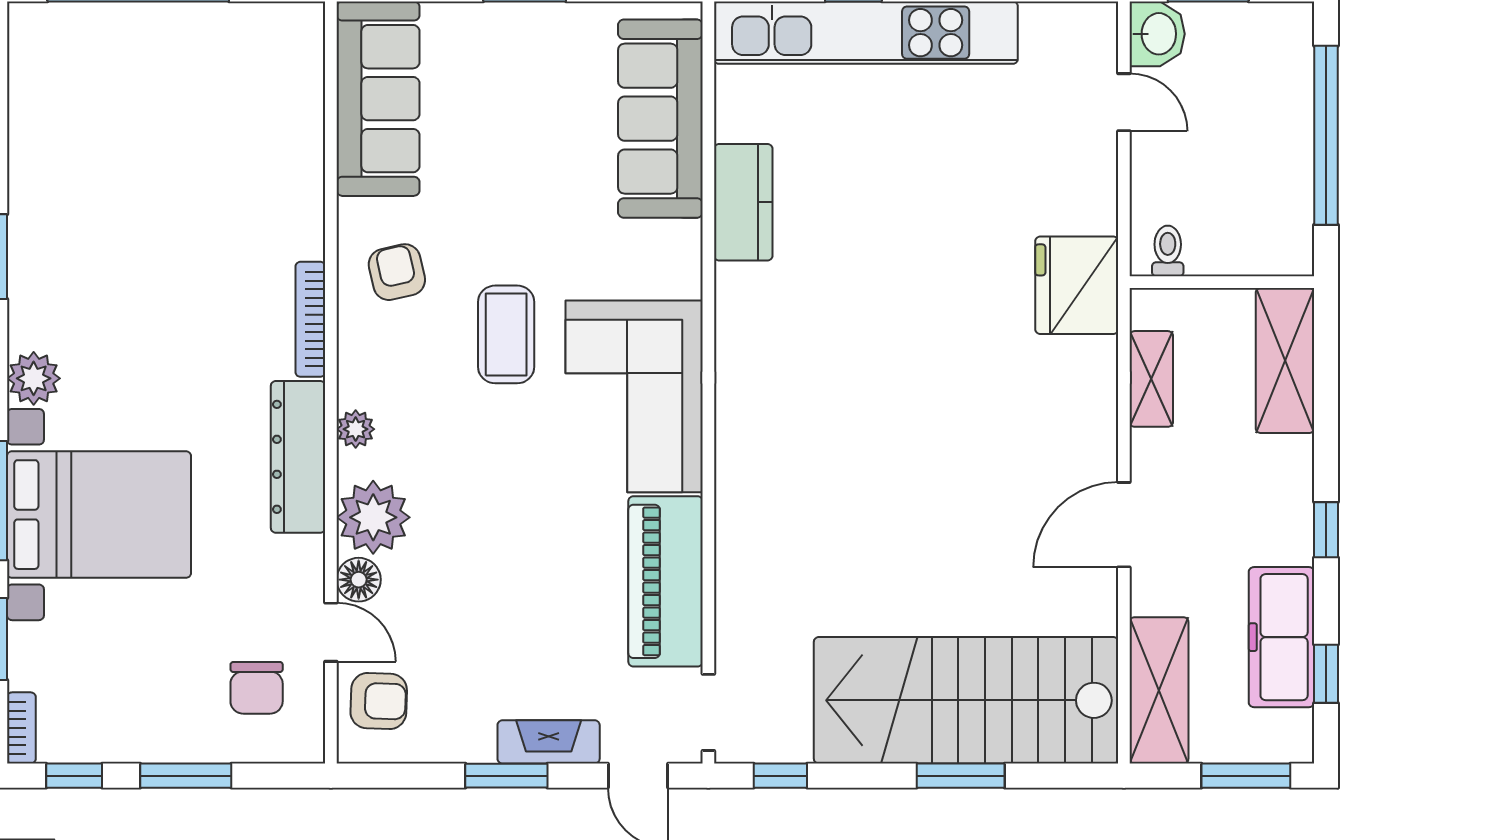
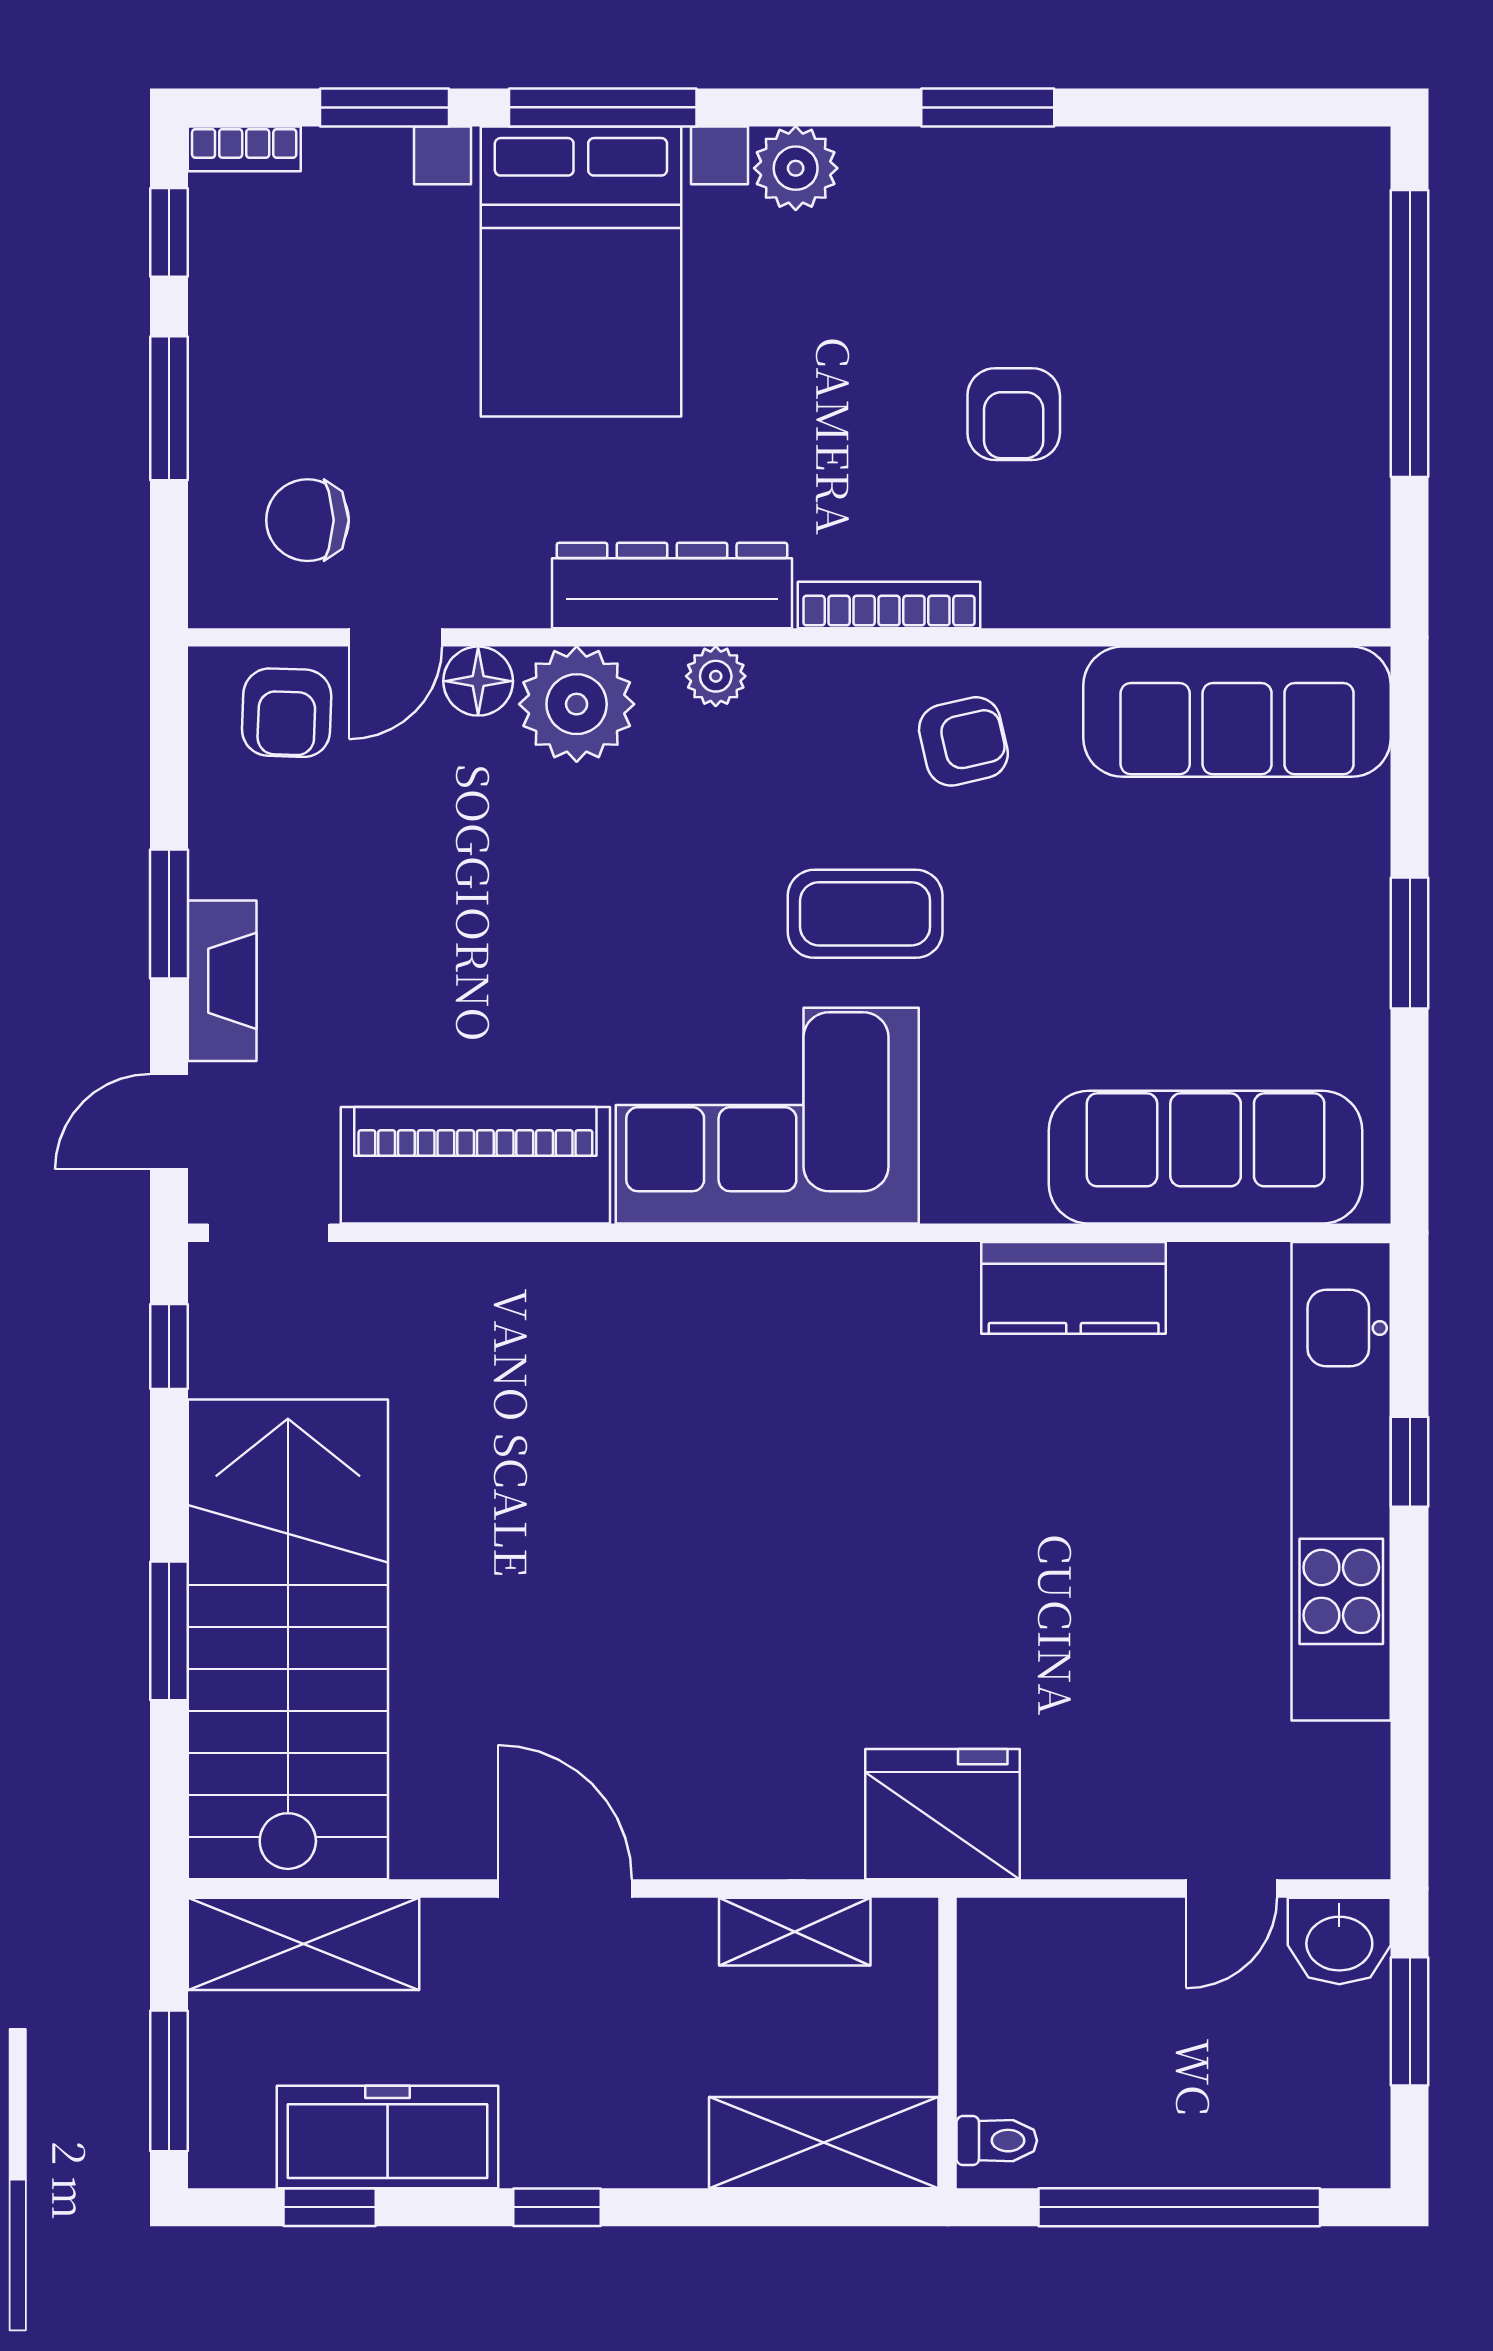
armchair: (189, 240) -> (1014, 414), added
toilet: (1168, 251) -> (997, 2141), moved

